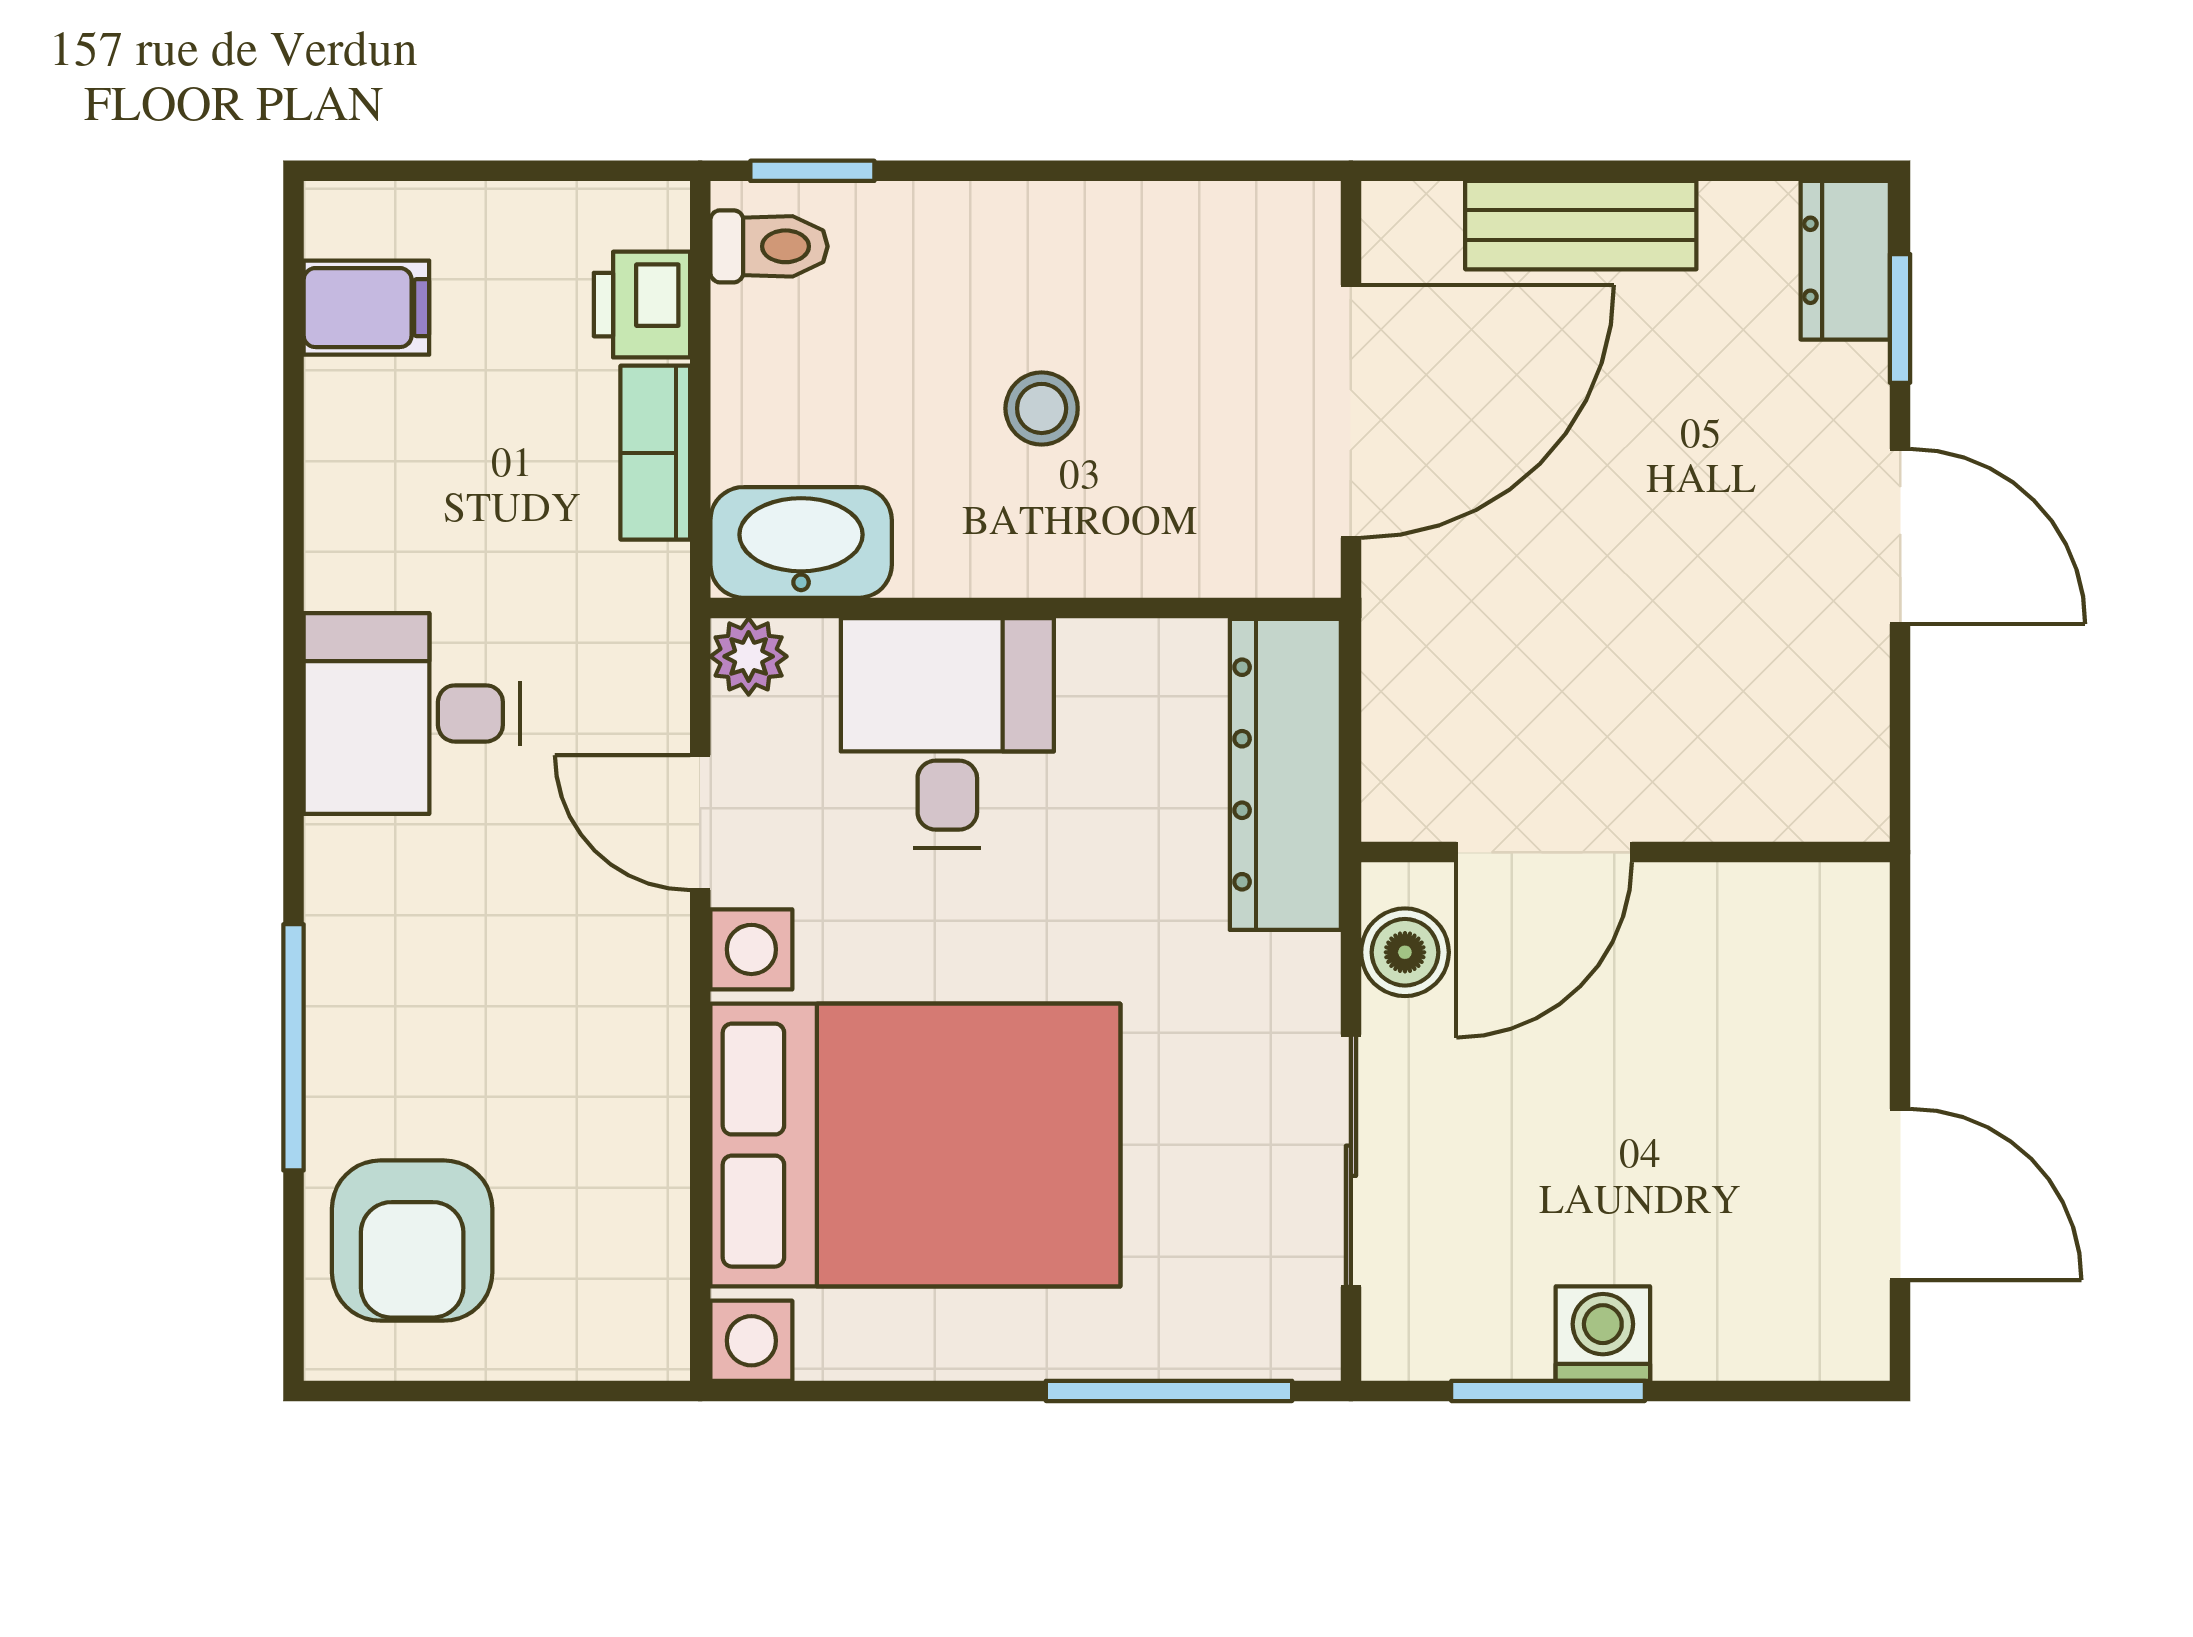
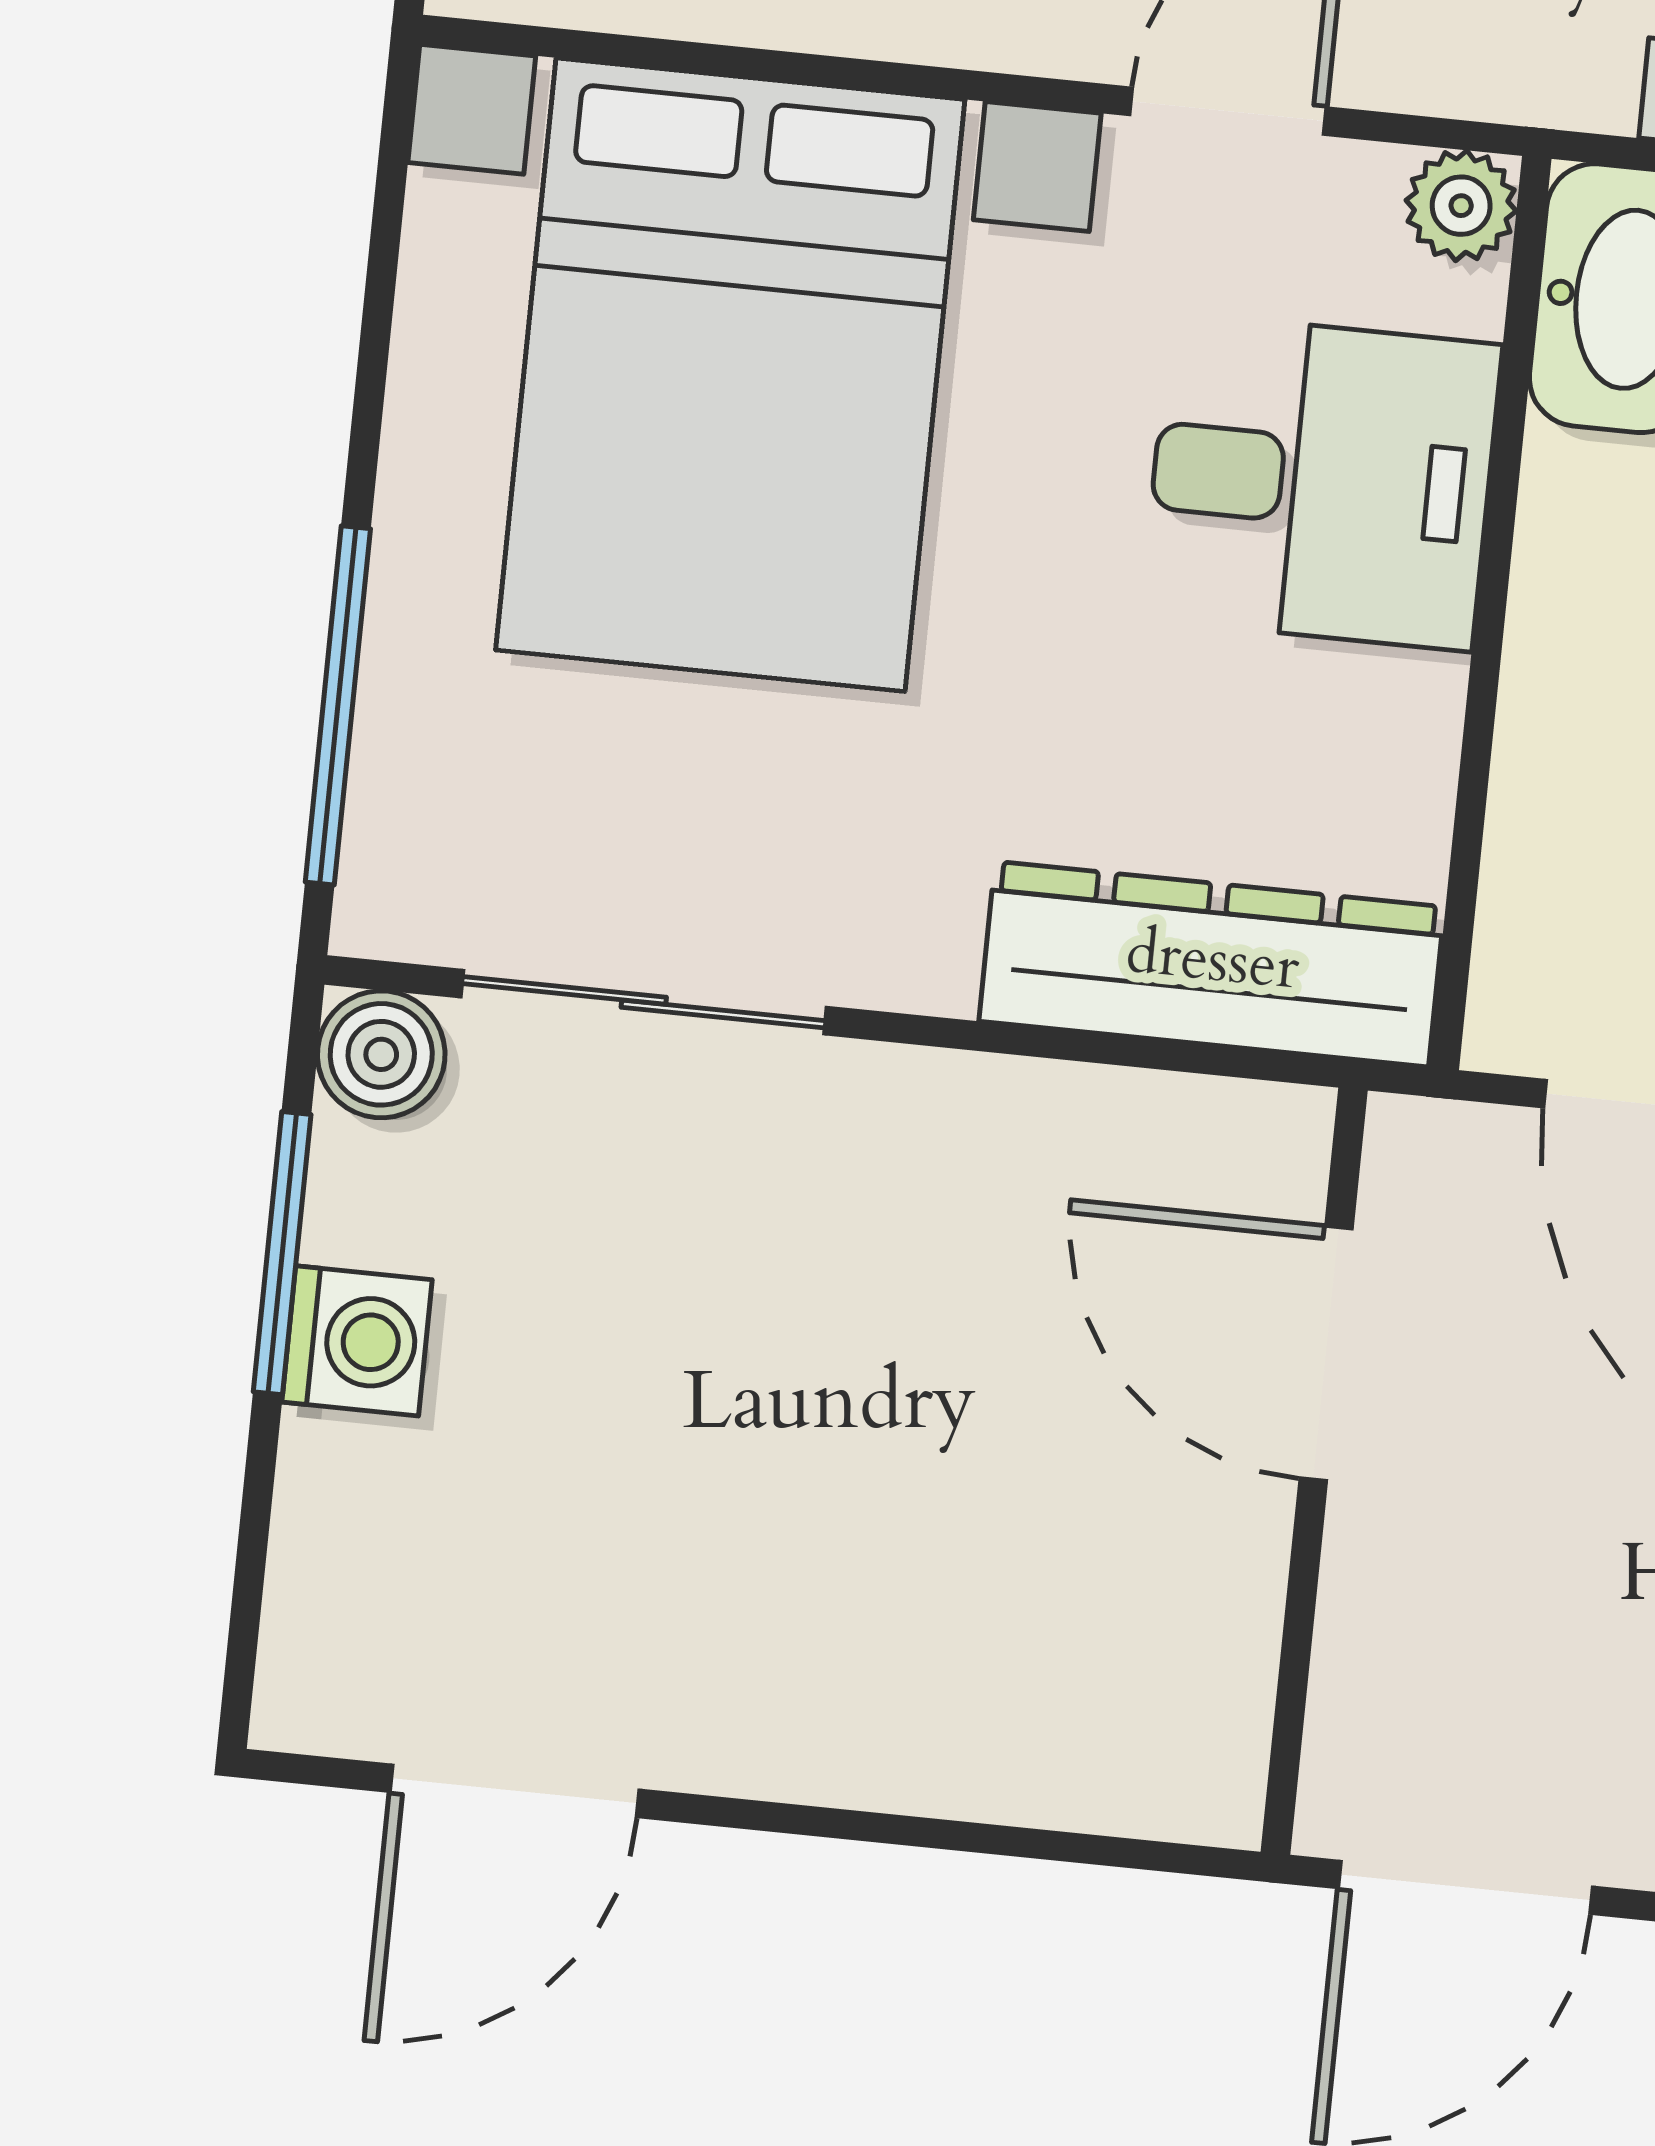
door: (1544, 852) -> (1326, 1354), moved
wall: (1625, 852) -> (1314, 1471), moved
boiler: (1405, 952) -> (381, 1054), moved

